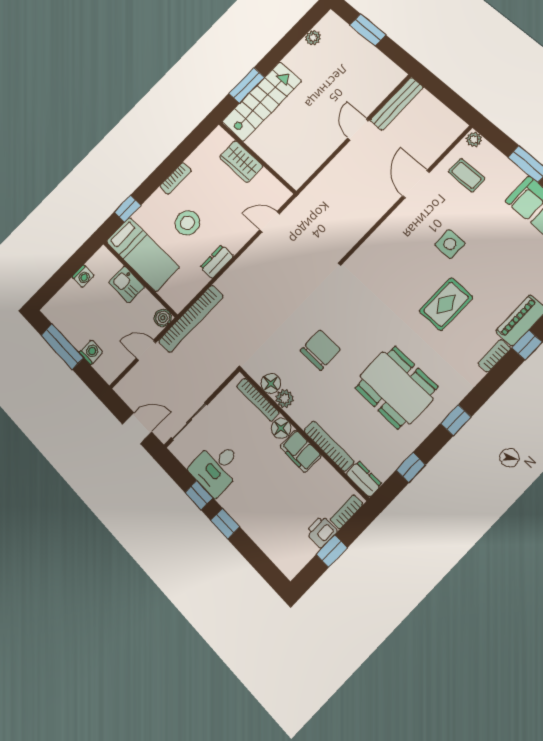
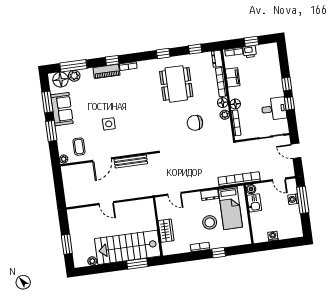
stairs: (262, 102) -> (128, 247), width x1.36, depth x1.51
bench: (397, 104) -> (131, 161), moved
door: (358, 129) -> (106, 203), hinge flipped
window: (127, 209) -> (219, 253), moved
bed: (143, 254) -> (230, 208), moved, turned 180
kitchen sink: (127, 285) -> (254, 203), moved
rug: (446, 304) -> (130, 101), removed
window: (62, 347) -> (303, 200), moved
door: (146, 350) -> (279, 179), moved
floor lamp: (271, 383) -> (223, 103), moved
filing cabinet: (301, 451) -> (233, 77), moved

